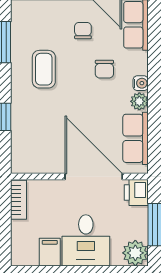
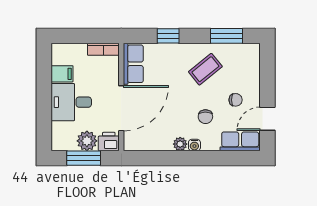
coffee table: (44, 69) -> (205, 69), turned -39
chair: (104, 69) -> (205, 117), turned -90
row of seats: (136, 138) -> (133, 64), moved, turned 90
plant: (135, 253) -> (87, 141), moved

